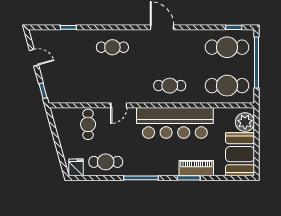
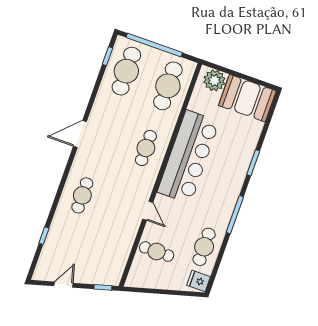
piano: (196, 168) -> (246, 151), removed

